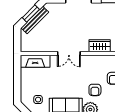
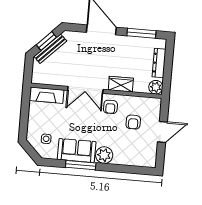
double door: (69, 54) -> (85, 90), width x1.37
armchair: (95, 90) -> (110, 107), moved

